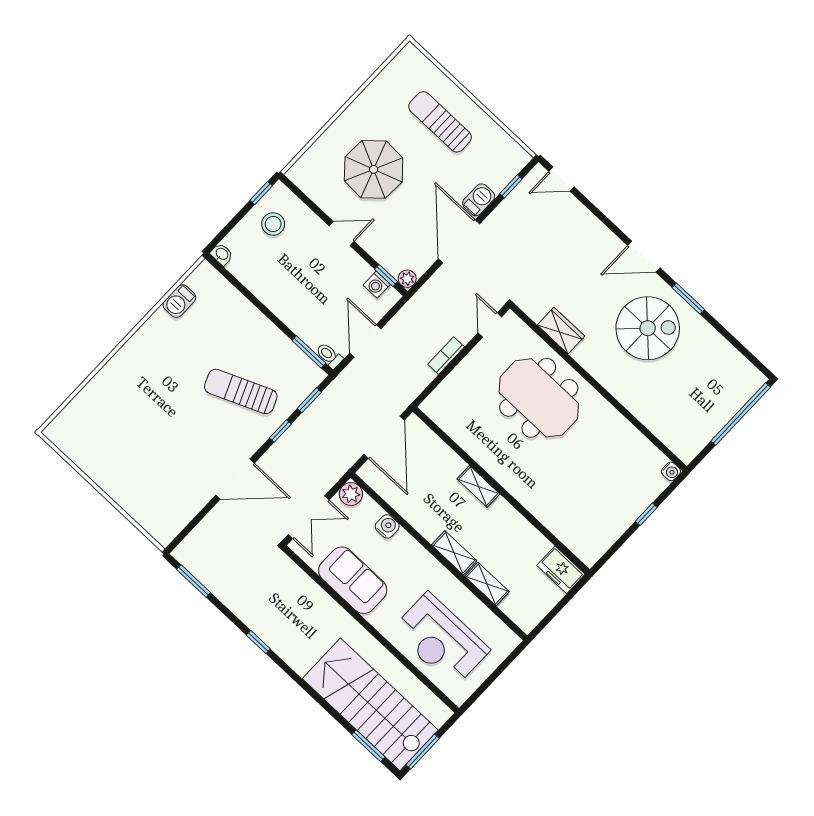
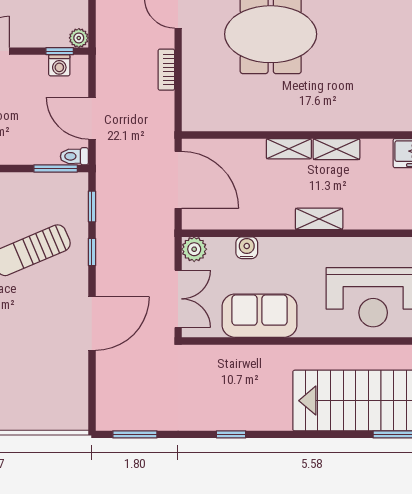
shelving: (487, 584) -> (337, 149), moved

